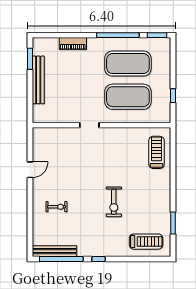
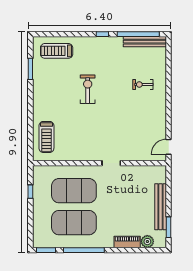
plant: (52, 44) -> (147, 242), added
door: (30, 170) -> (169, 147), moved

